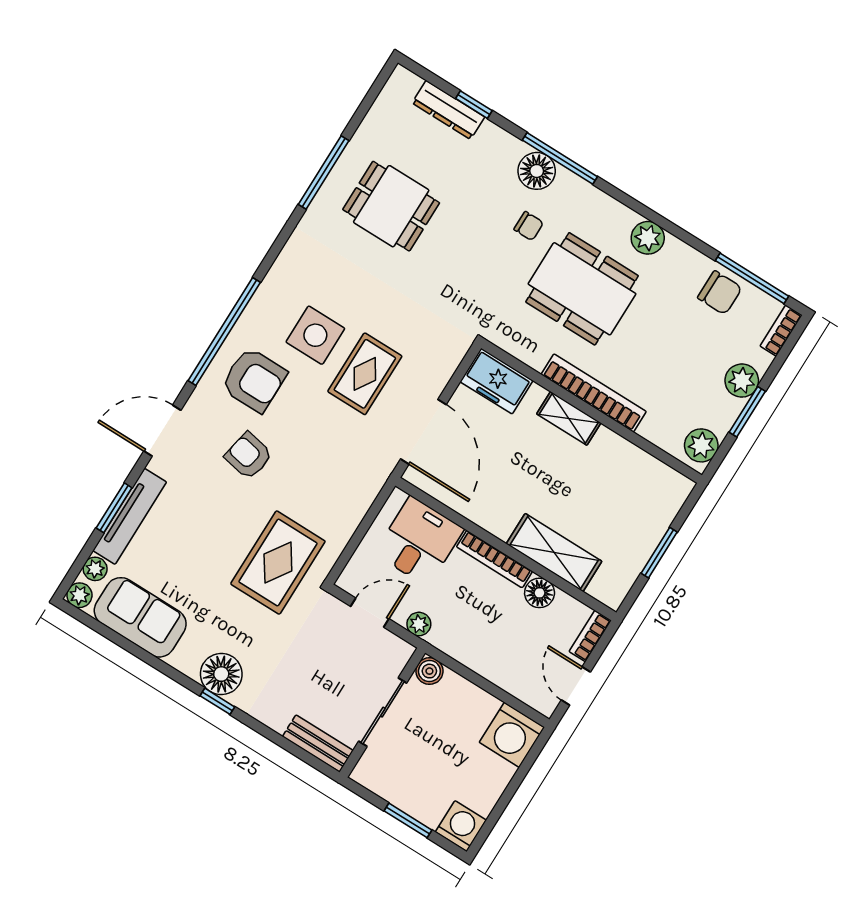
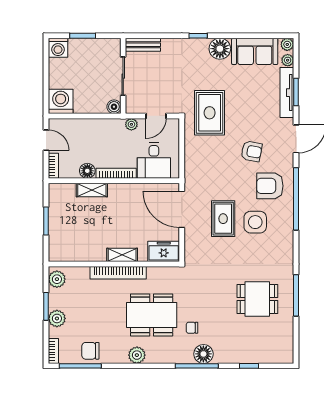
dresser: (448, 110) -> (259, 357), removed
shelving: (554, 553) -> (92, 190), width x0.67, depth x0.75
floor lamp: (221, 674) -> (220, 49), moved

